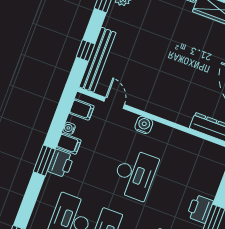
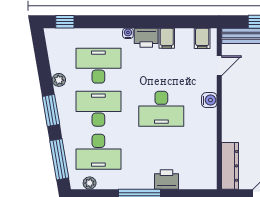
water cooler: (69, 128) -> (128, 33), moved
window: (44, 160) -> (143, 22), removed
printer: (200, 209) -> (167, 180), moved

